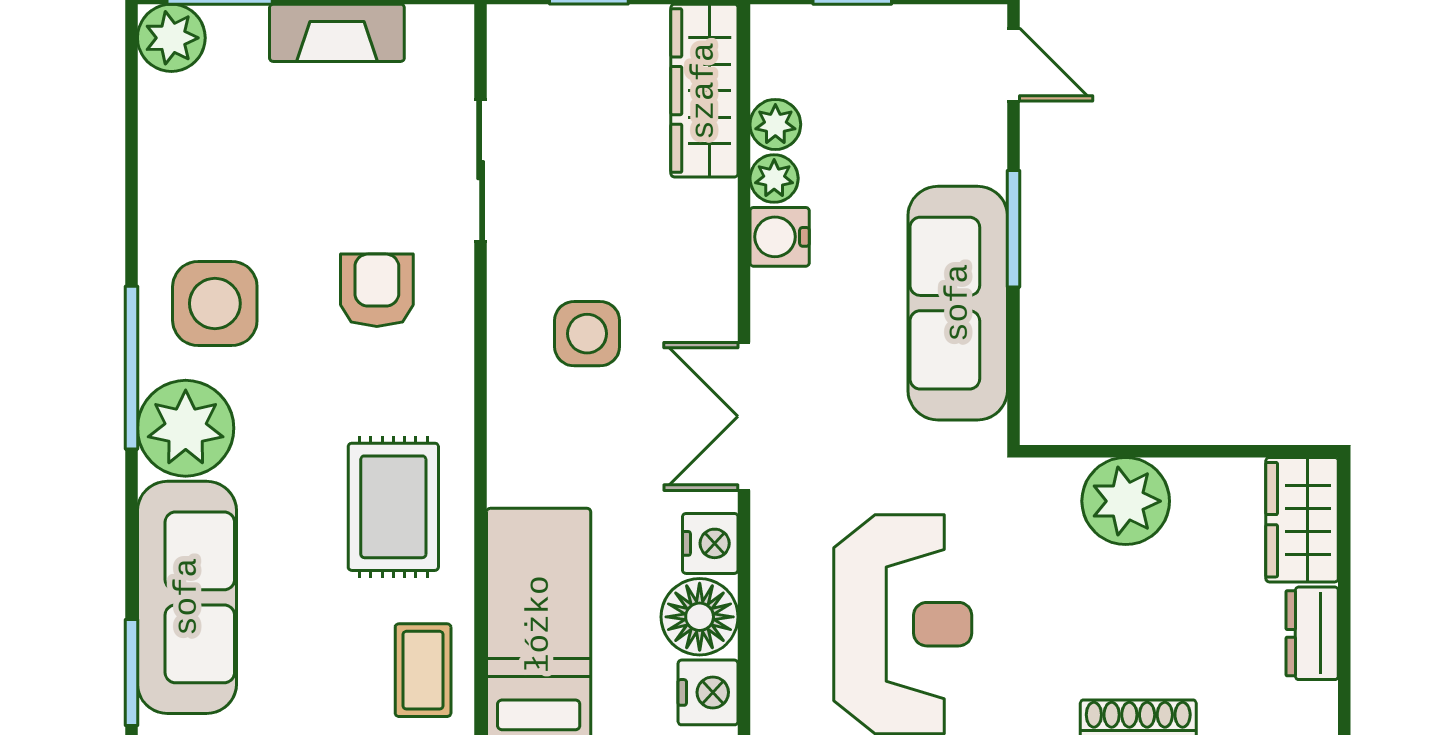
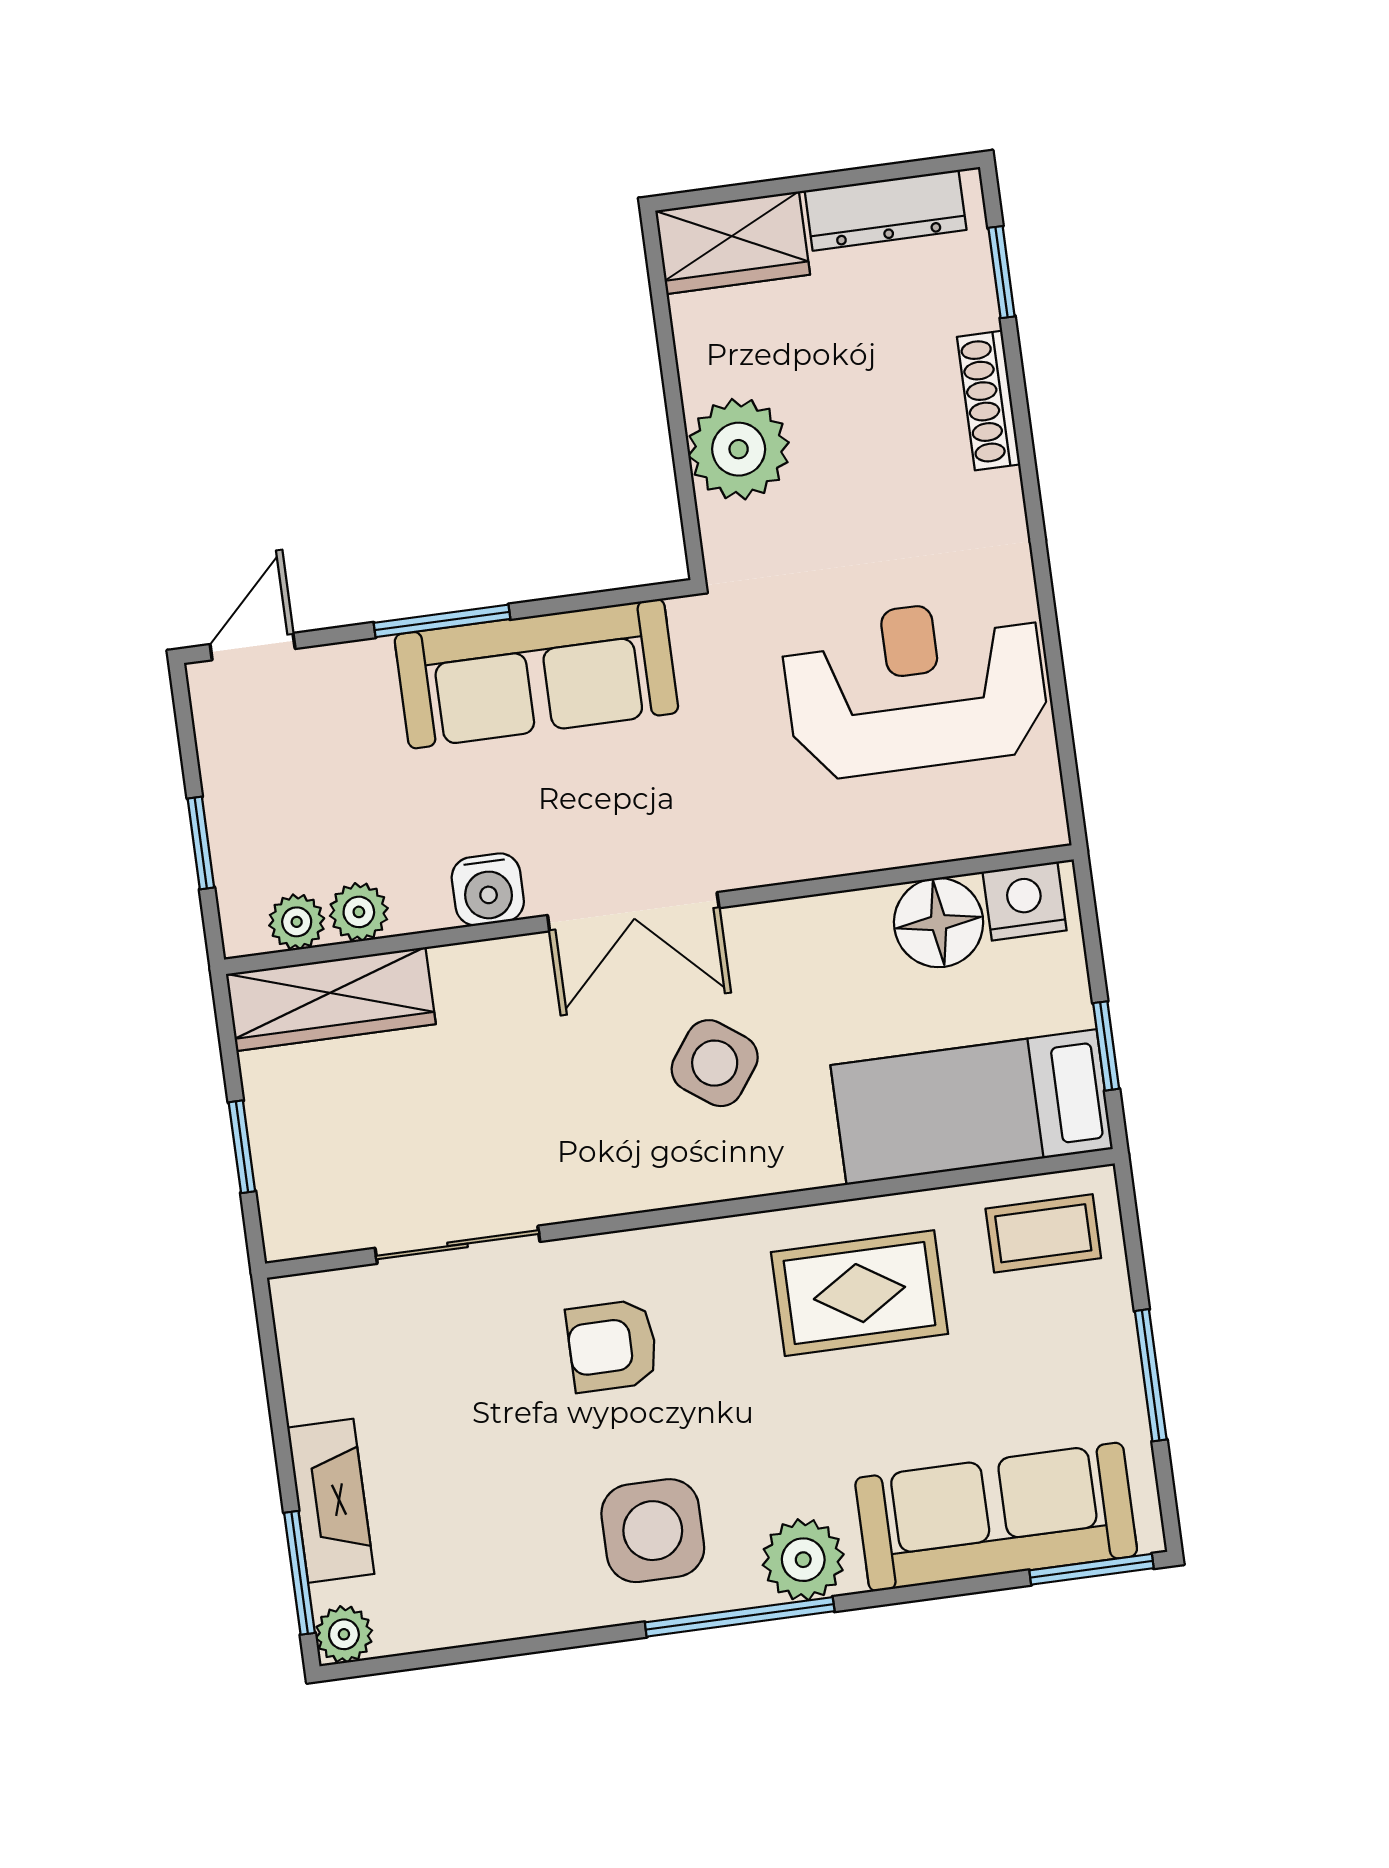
fireplace: (337, 33) -> (331, 1501), moved
plant: (171, 38) -> (344, 1634), width x0.73, depth x0.73
plant: (774, 178) -> (297, 922), moved
side table: (587, 334) -> (715, 1063), moved, turned 36
double door: (744, 416) -> (633, 912), moved
plant: (186, 428) -> (803, 1560), width x0.73, depth x0.73
nightstand: (710, 543) -> (852, 922), removed
dresser: (1312, 633) -> (886, 210), width x1.44

